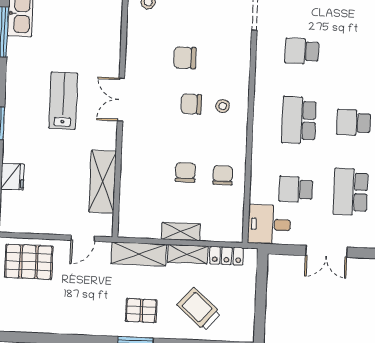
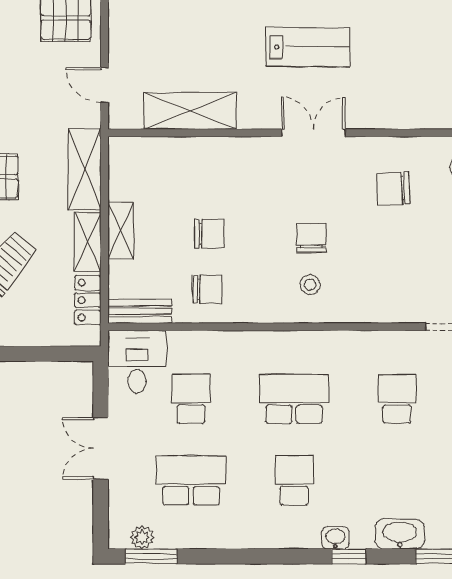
chair: (185, 58) -> (393, 189), moved, turned -93
bench: (235, 221) -> (140, 311), added

